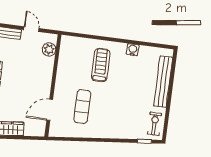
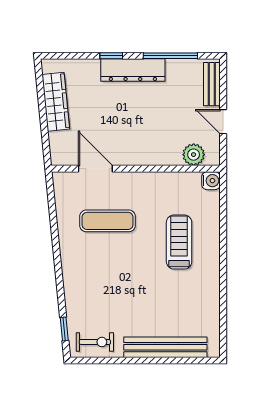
door: (31, 29) -> (223, 122), swing flipped
water cooler: (133, 50) -> (211, 181), moved
treadmill: (101, 65) -> (179, 242), turned -90

